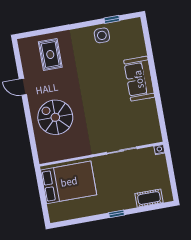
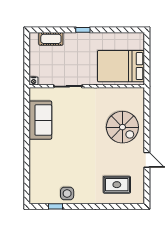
rug: (50, 54) -> (117, 185), turned 90
sofa: (139, 79) -> (40, 120), moved

